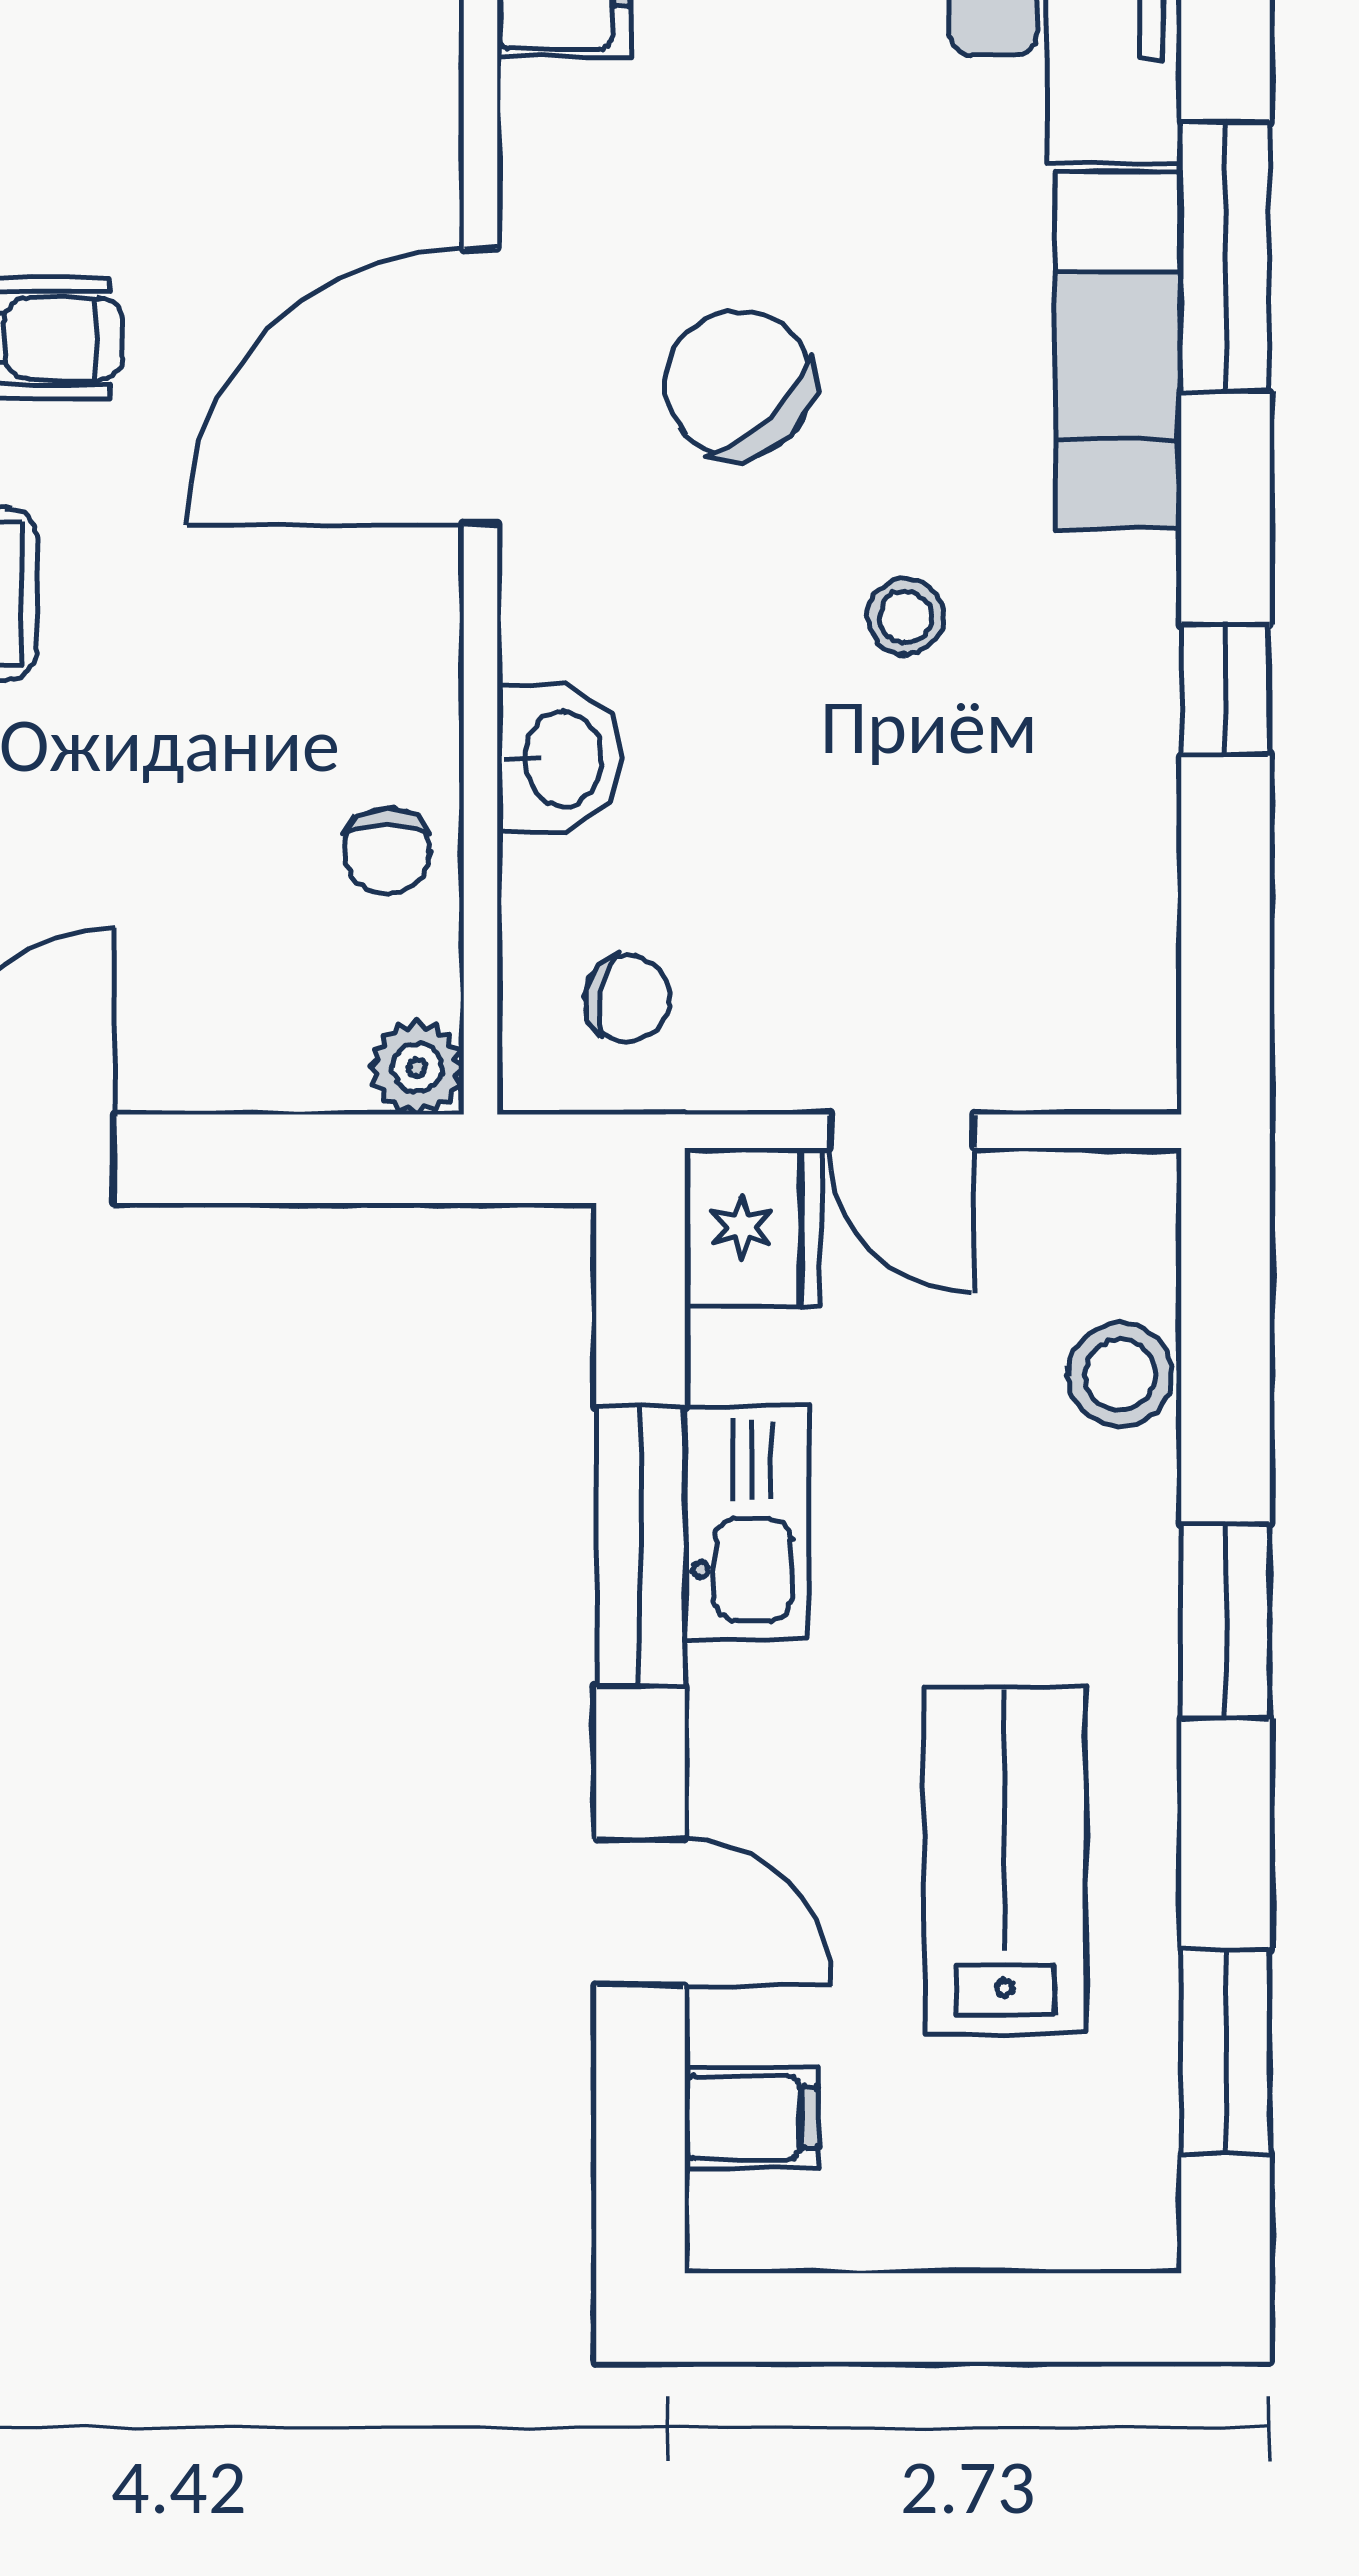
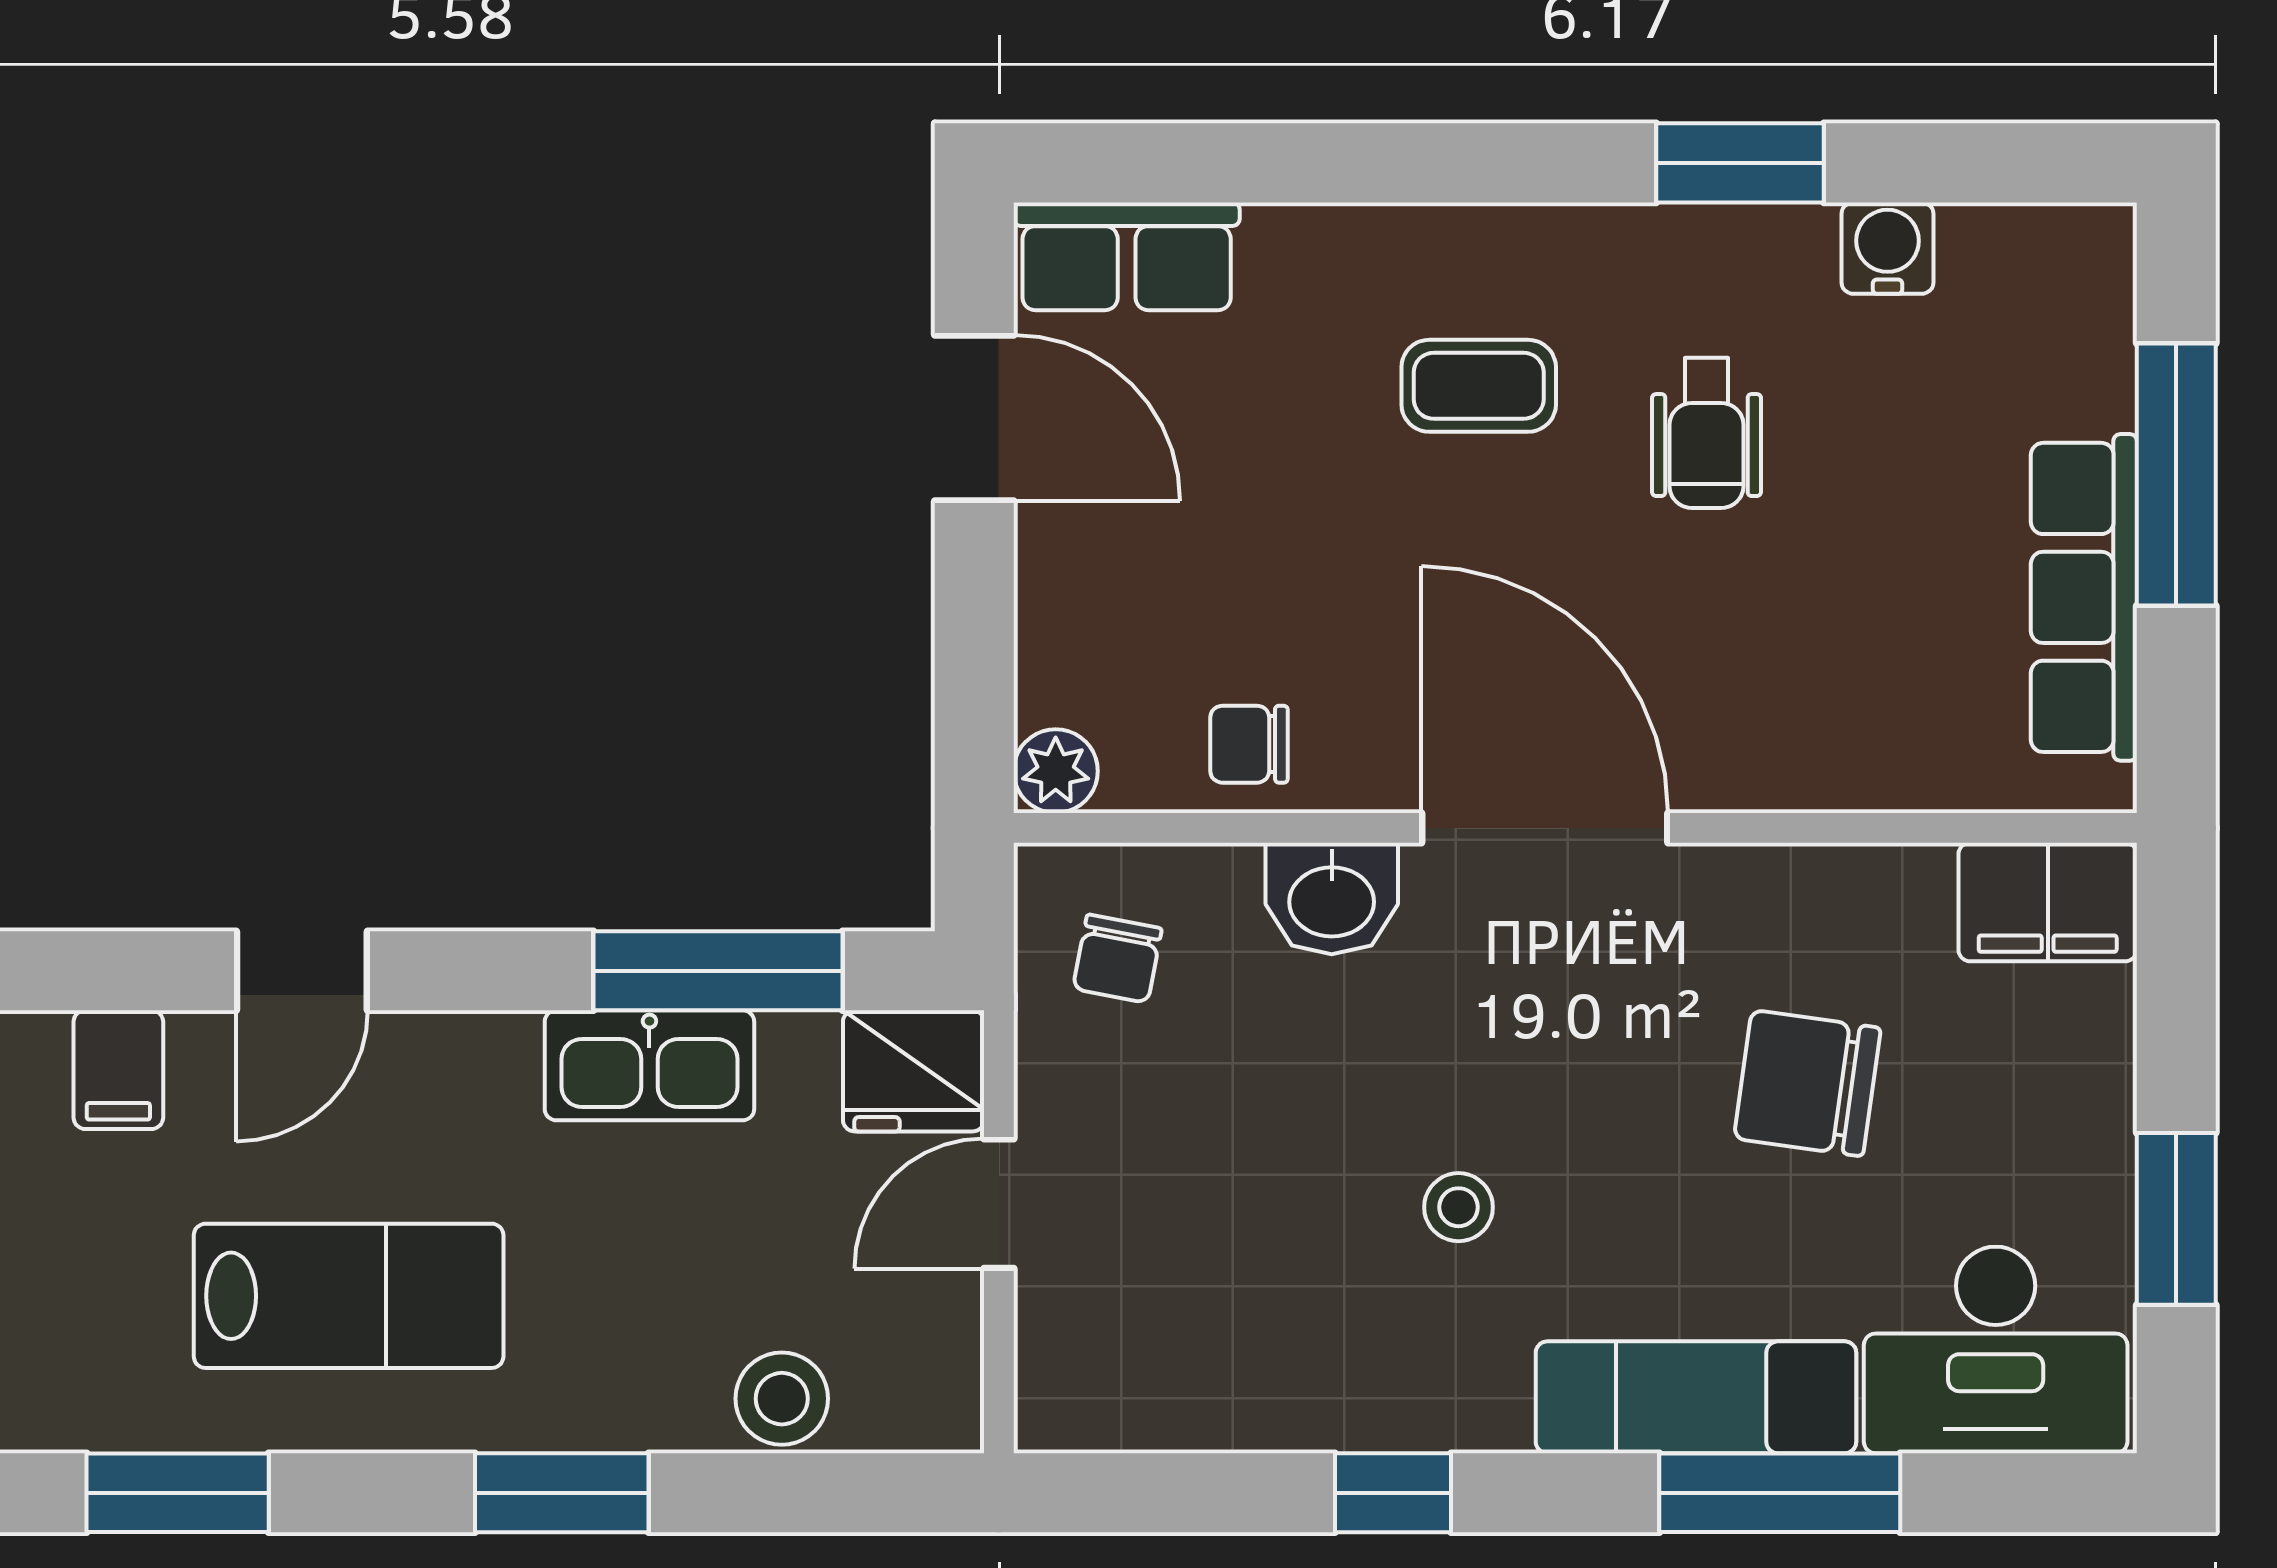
chair: (739, 384) -> (1807, 1083), moved, turned -128
door: (481, 387) -> (1545, 828), moved
window: (641, 1546) -> (718, 971), moved

